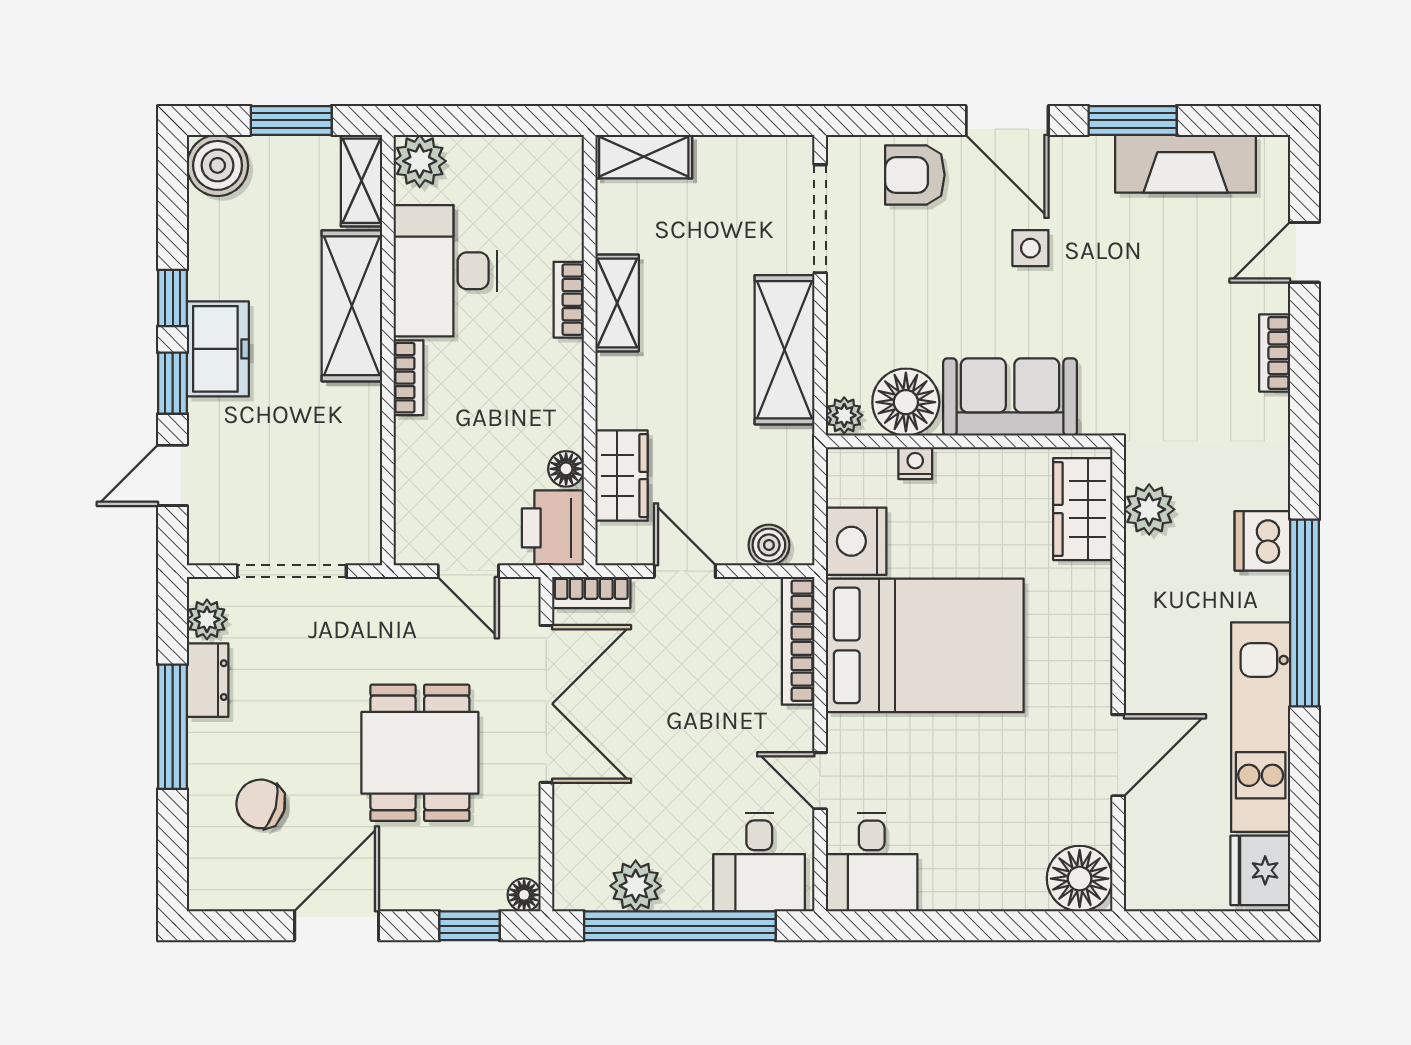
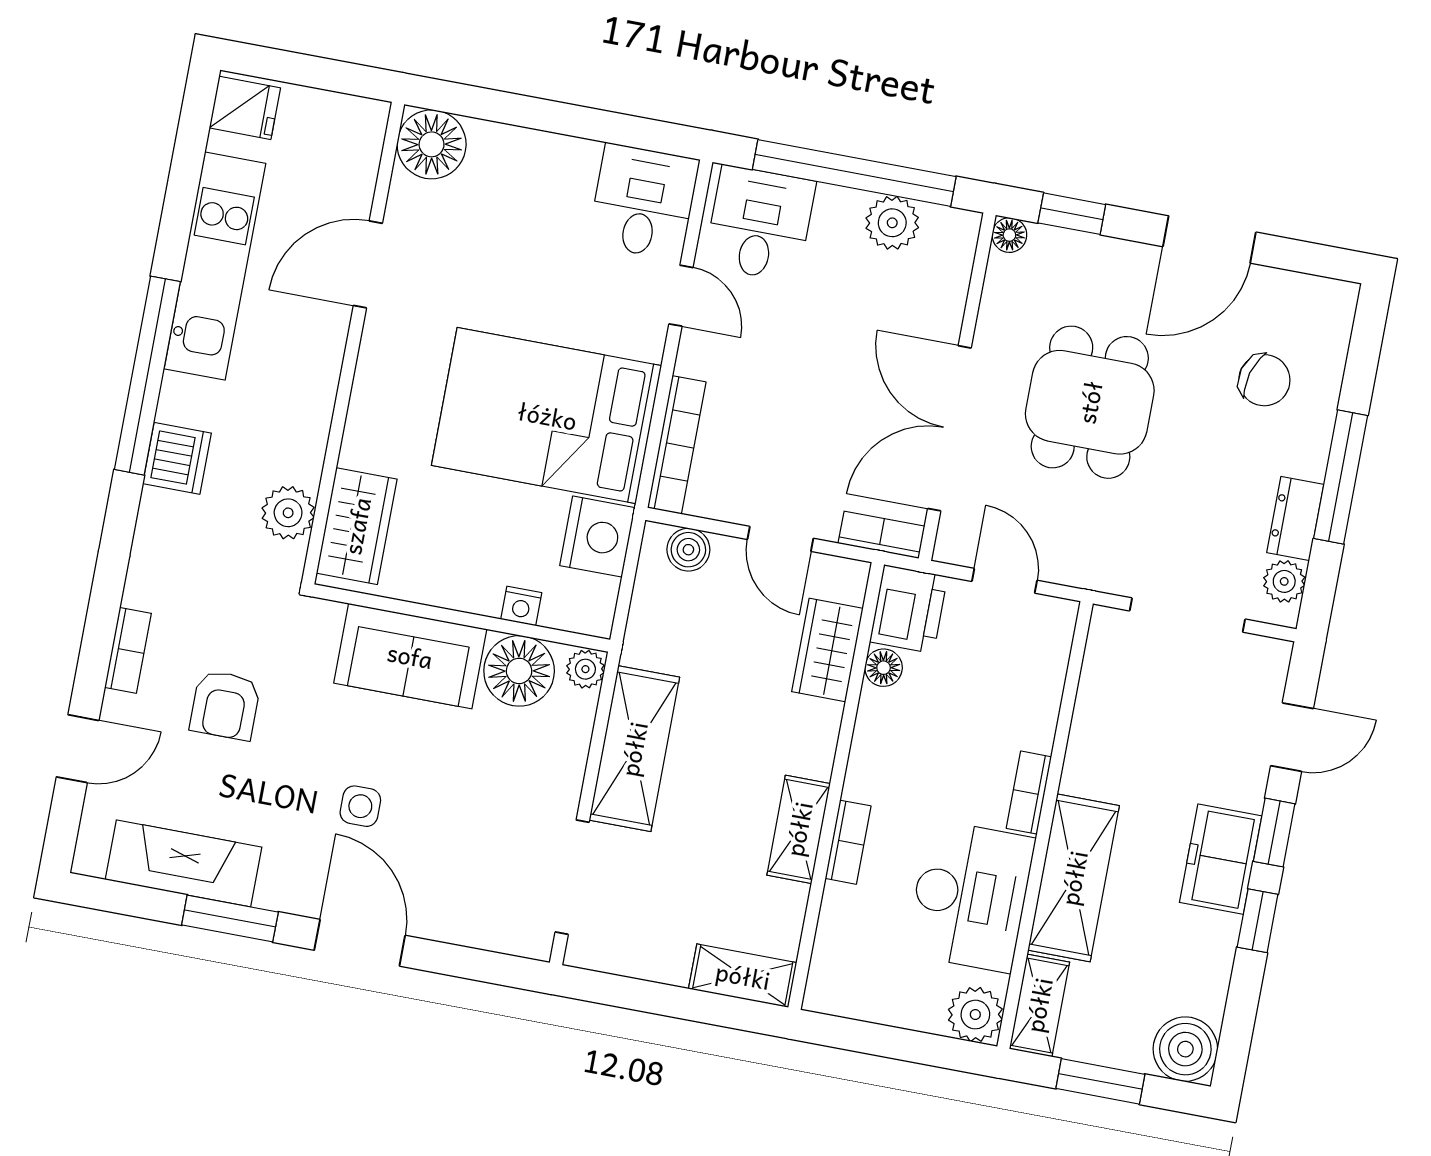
armchair: (915, 175) -> (225, 705), moved, turned 90
fridge: (1260, 870) -> (245, 108), width x0.72

